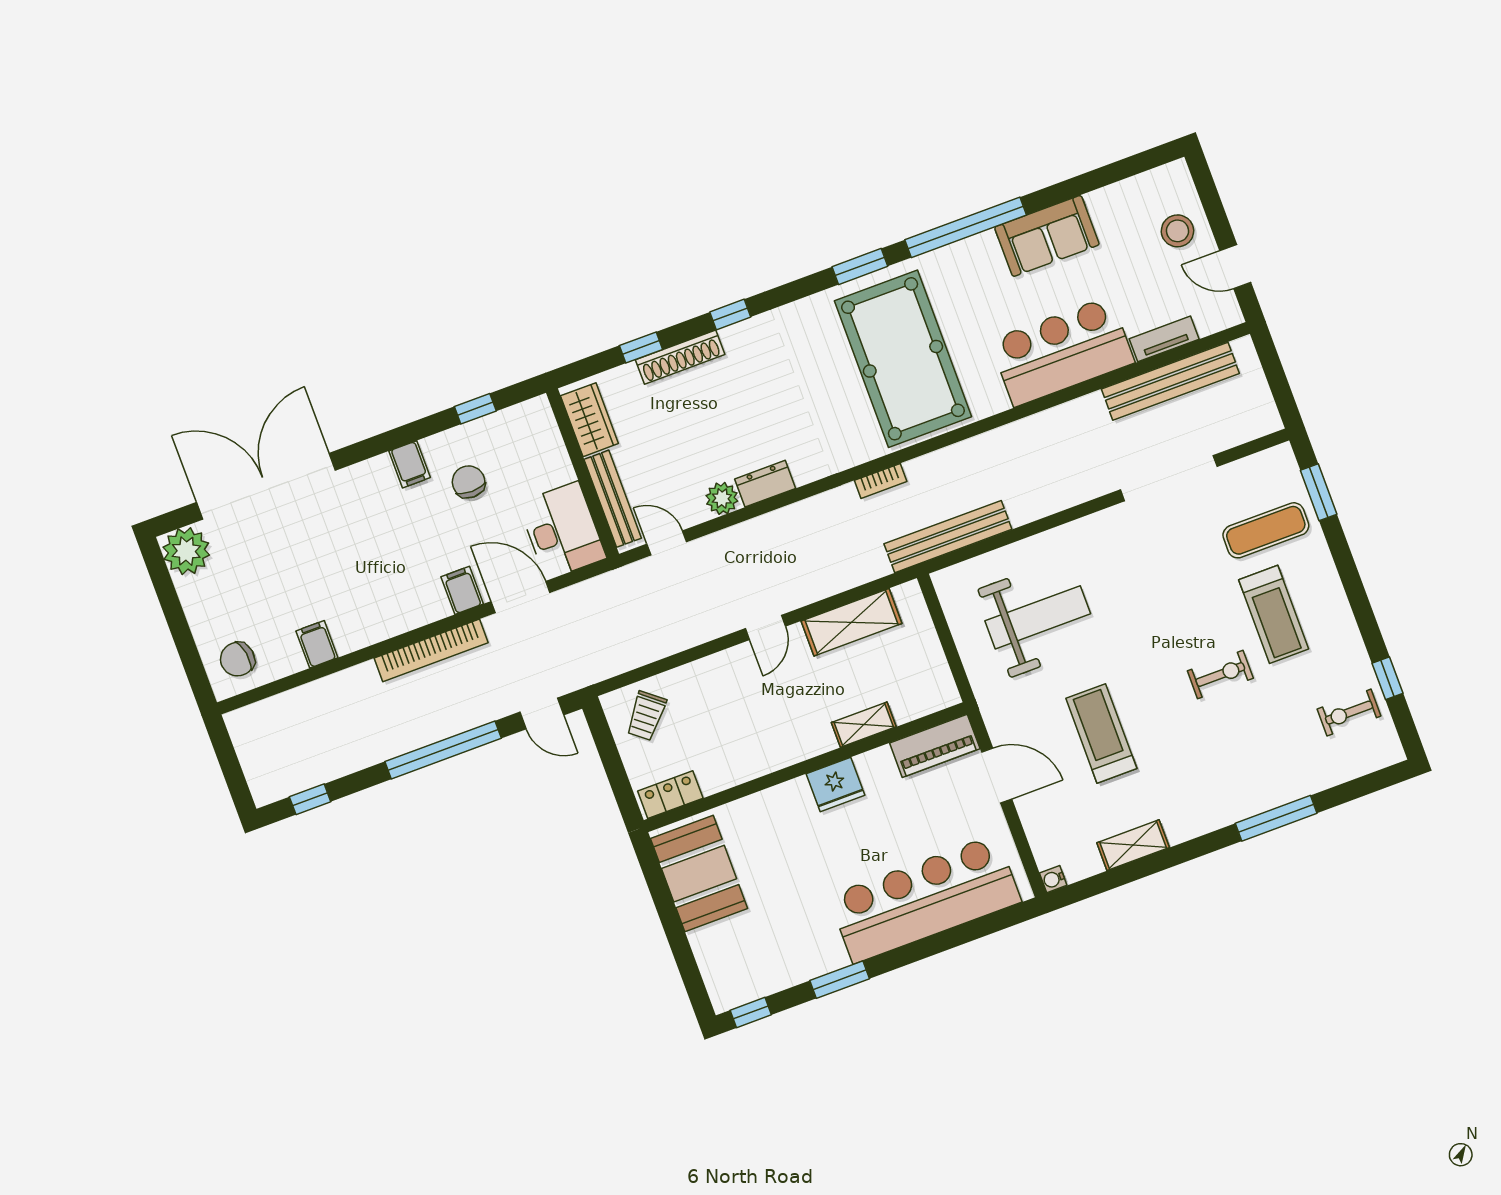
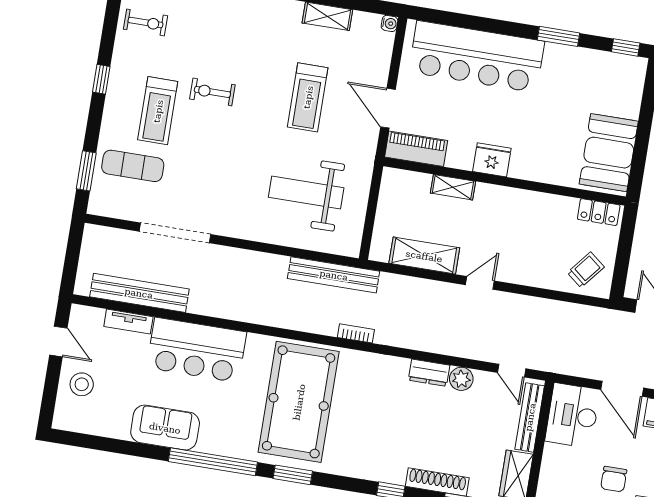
treadmill: (1274, 614) -> (158, 111), turned 180
window: (1387, 678) -> (101, 79), moved

